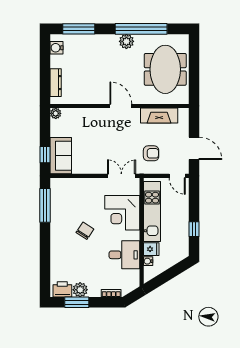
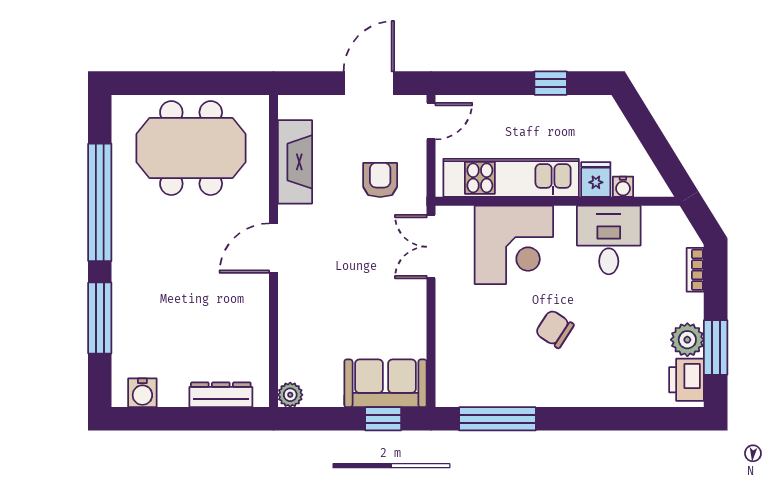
window: (79, 29) -> (100, 318), moved
plant: (126, 41) -> (128, 235), removed

